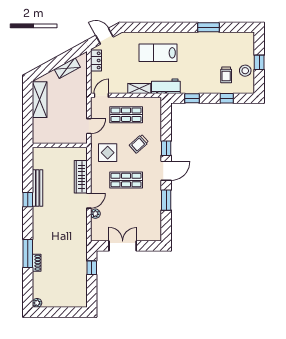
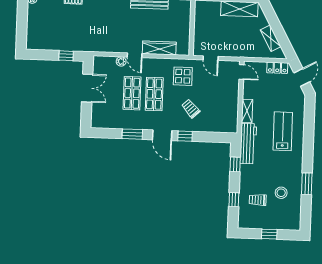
stool: (245, 71) -> (281, 193), moved
workbench: (166, 86) -> (248, 144), width x1.38
shop shelf: (126, 115) -> (132, 93), moved

